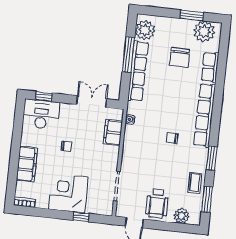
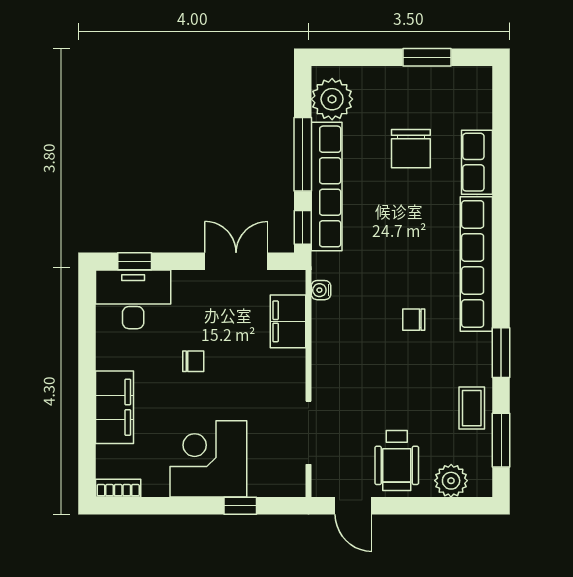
plant: (204, 31) -> (456, 88), removed
window: (125, 89) -> (303, 227), added

